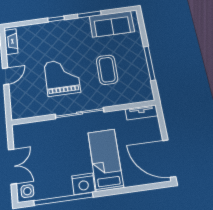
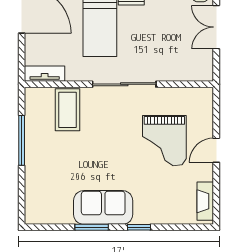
sofa: (112, 24) -> (103, 207), moved
coffee table: (107, 70) -> (67, 110), moved
grand piano: (62, 77) -> (164, 141), moved

